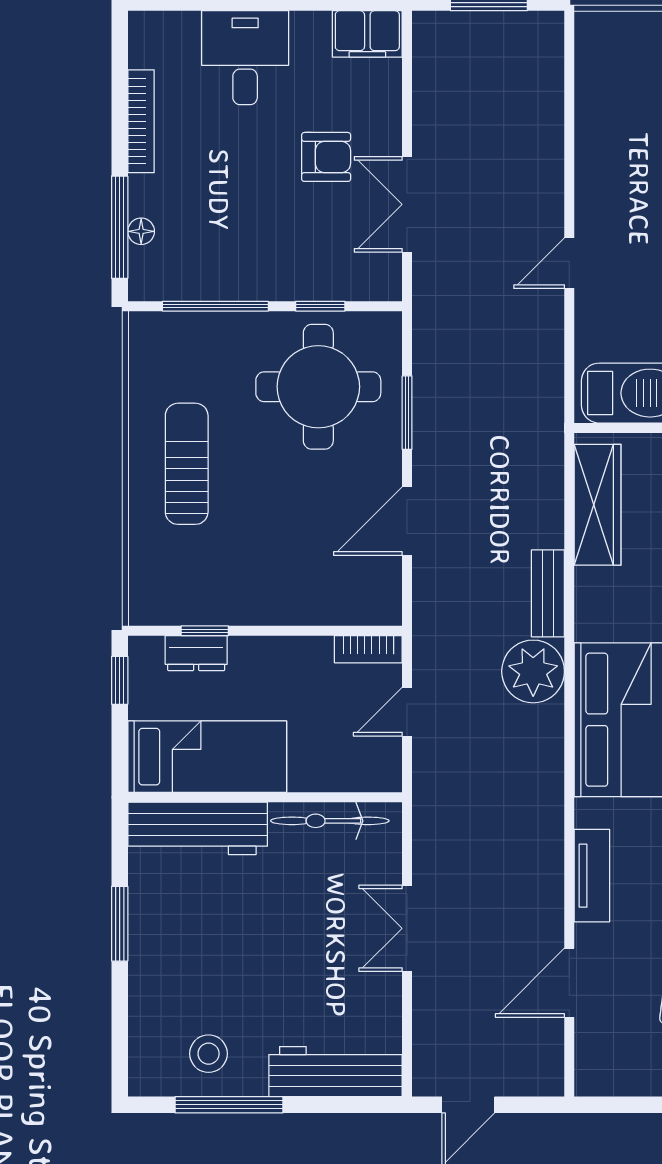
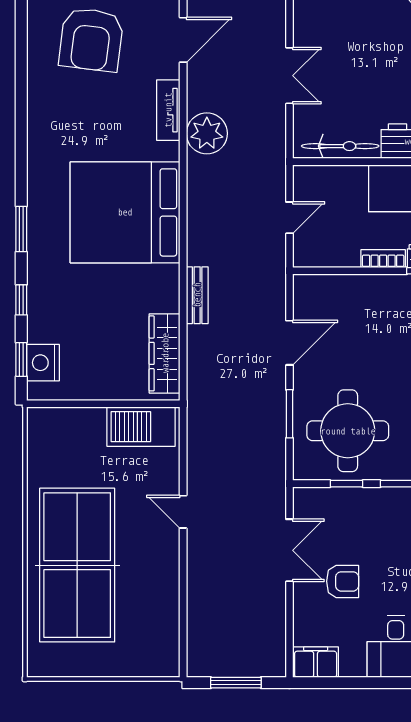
armchair: (326, 157) -> (343, 581), turned 180
door: (569, 263) -> (183, 512), swing flipped
bookcase: (368, 649) -> (383, 259), moved
plant: (533, 671) -> (207, 133), moved

